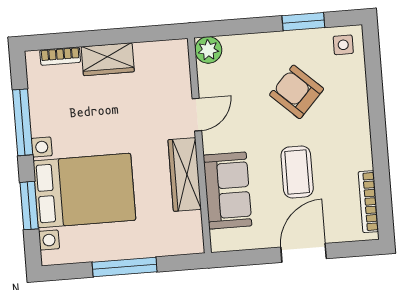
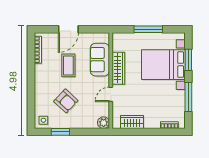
wardrobe: (108, 59) -> (132, 122), moved

